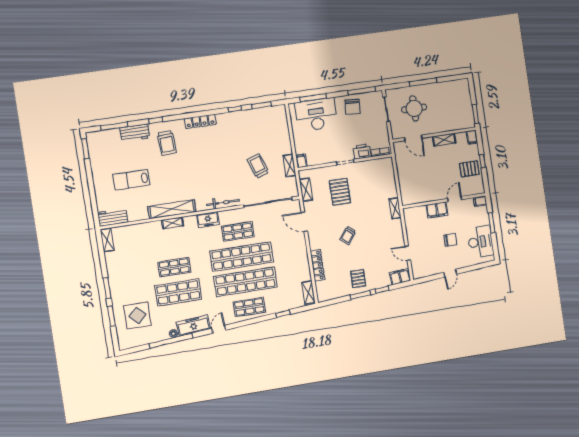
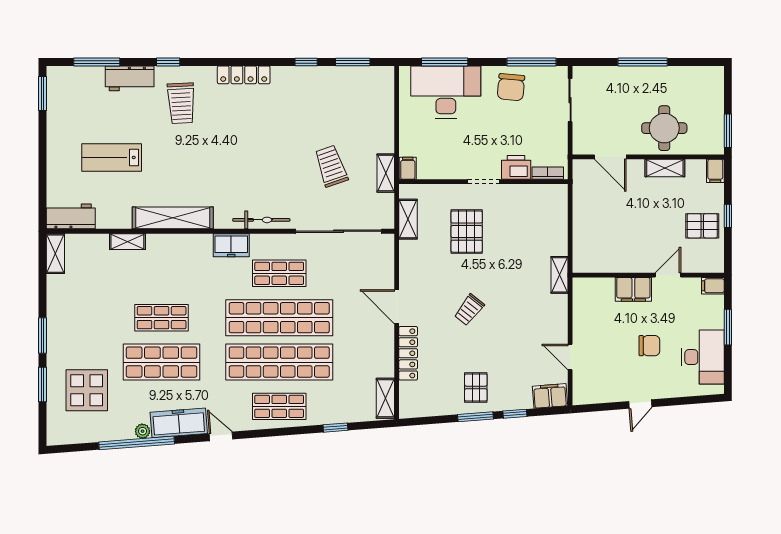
round table: (414, 108) -> (664, 128), moved
door: (304, 222) -> (397, 307), moved
shelving: (173, 223) -> (127, 242), moved
door: (219, 329) -> (221, 436), hinge flipped

